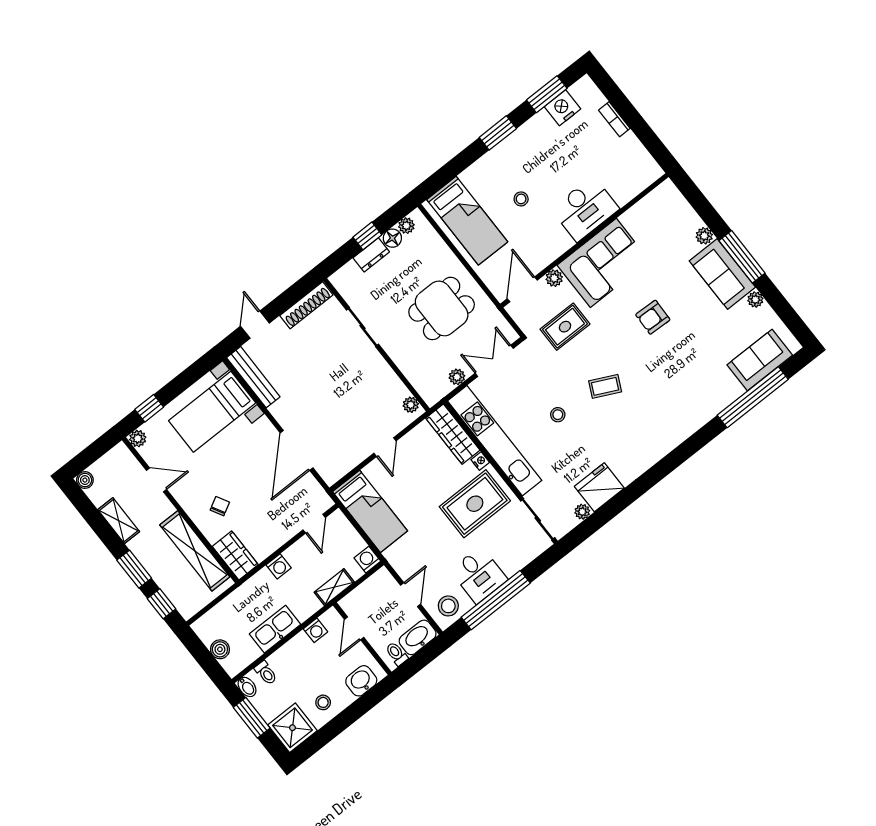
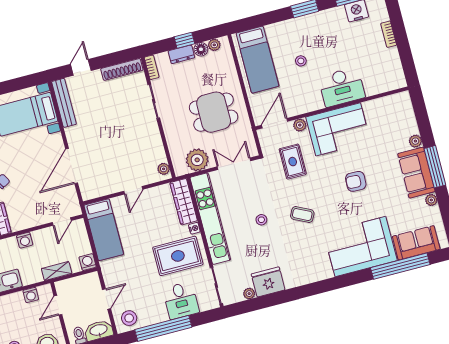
bookcase: (342, 287) -> (152, 67), added
rug: (565, 327) -> (293, 162), turned 90
plant: (457, 377) -> (197, 160), width x1.87, depth x1.87
corner sofa: (693, 395) -> (360, 247), added
desk: (479, 575) -> (181, 300), moved

